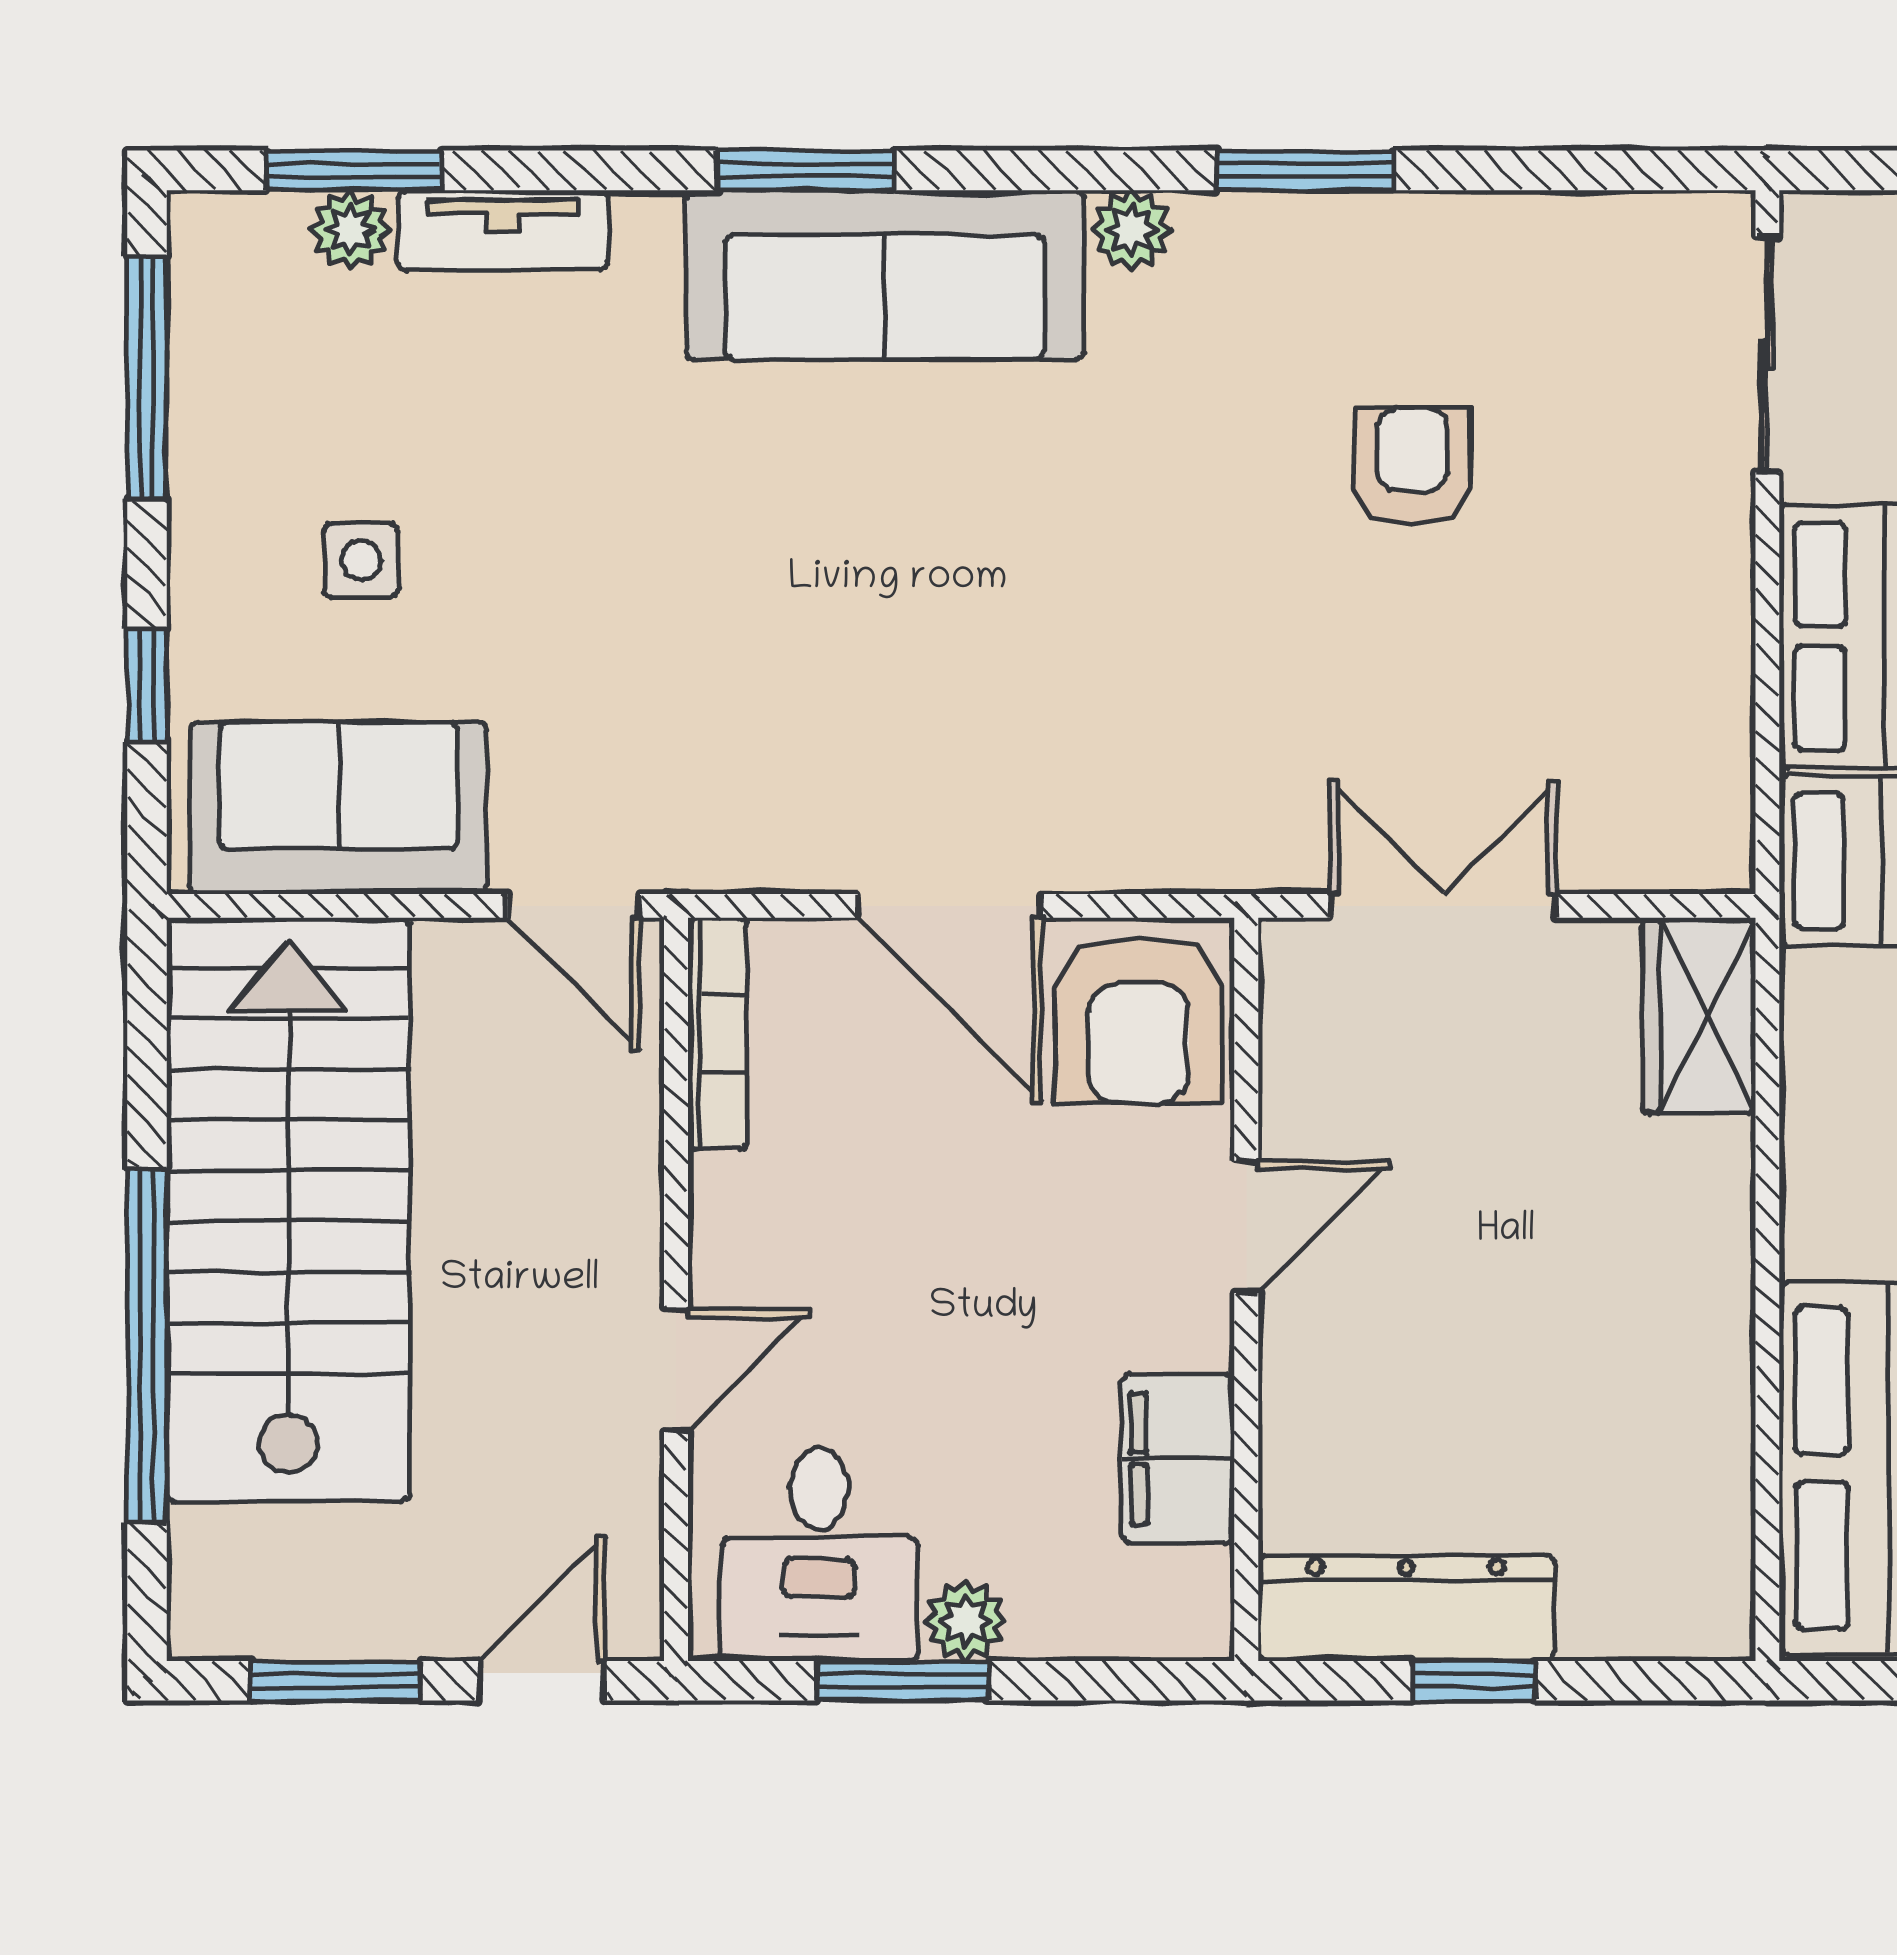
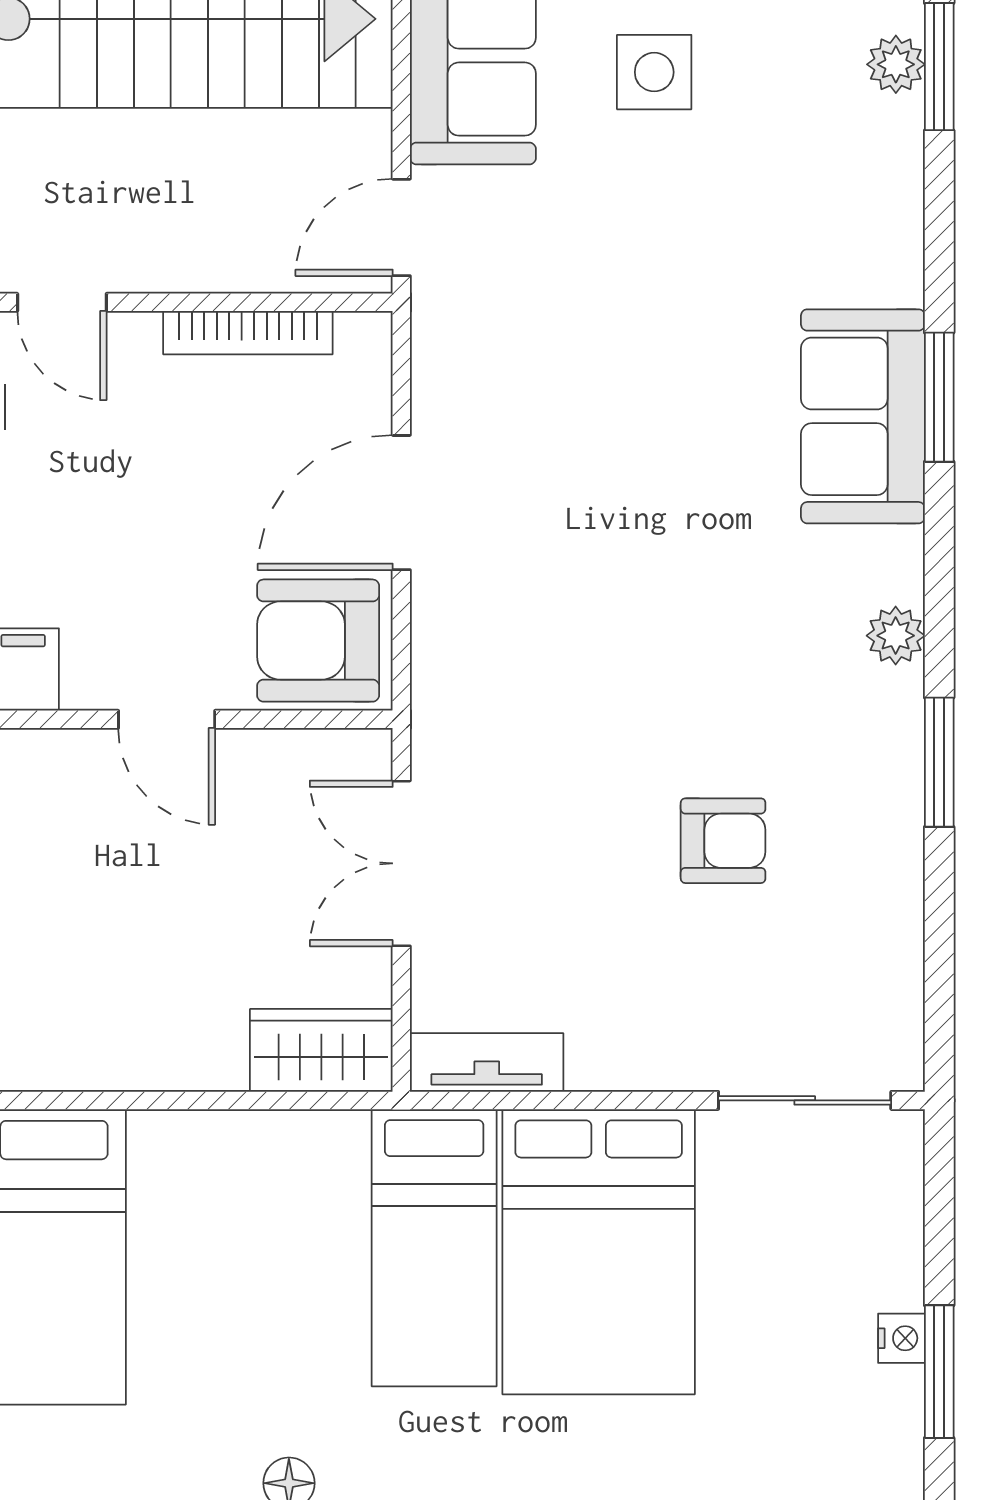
tv unit: (503, 230) -> (487, 1062), moved, turned 90
sofa: (885, 275) -> (863, 416), width x0.73
side table: (361, 560) -> (654, 72), width x1.37, depth x1.37
double door: (1443, 906) -> (401, 863), swing flipped
bookcase: (717, 1034) -> (248, 333), moved

